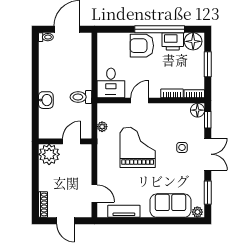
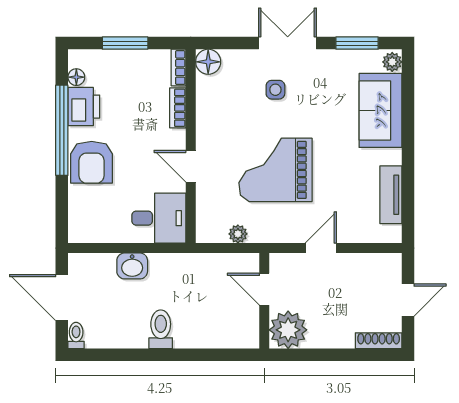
floor lamp: (193, 41) -> (76, 77), width x0.53, depth x0.53
toilet: (81, 97) -> (161, 329), moved, turned 180
washbasin: (46, 100) -> (132, 266), moved, turned 180
window: (208, 120) -> (225, 43), removed
door: (94, 193) -> (321, 248), moved

